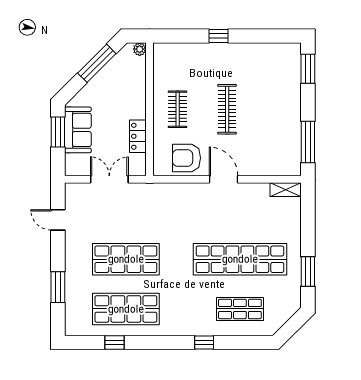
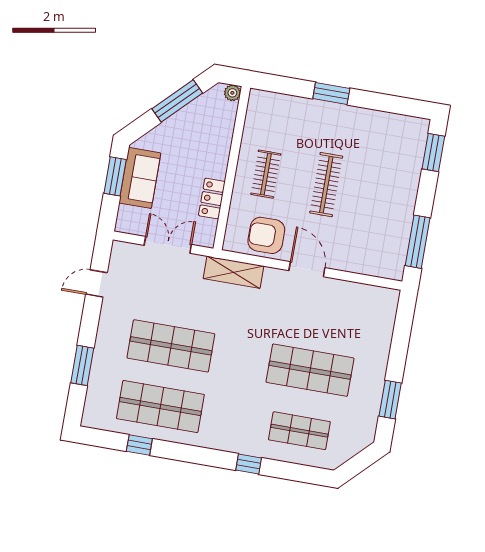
window: (218, 36) -> (331, 93), width x1.50
shelving: (286, 190) -> (233, 272), moved, width x1.50, depth x1.33
door: (58, 220) -> (96, 283), hinge flipped
shop shelf: (240, 259) -> (310, 370), width x0.71

